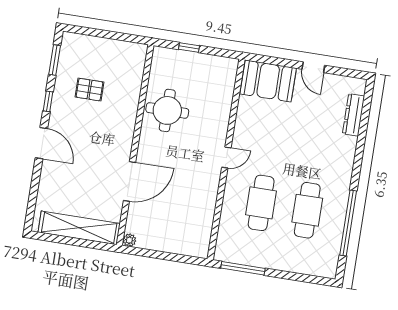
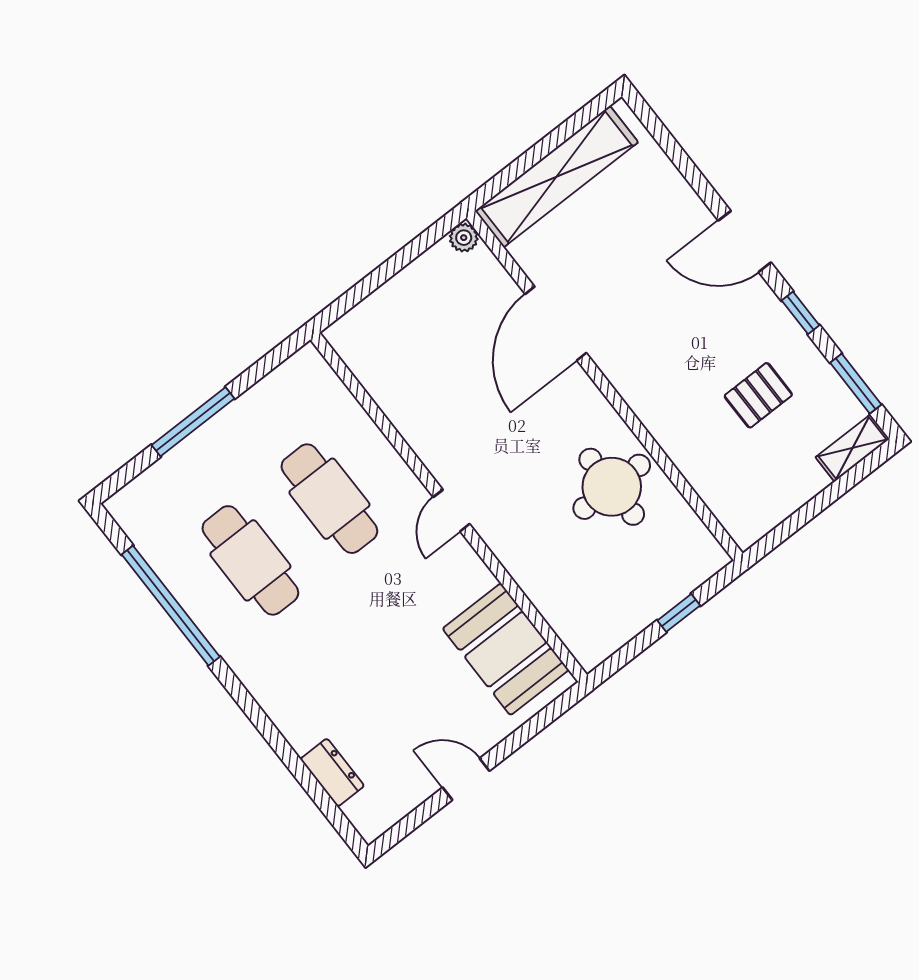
shelving: (78, 41) -> (853, 448), added
booth: (268, 81) -> (506, 649), moved, turned 90
dresser: (354, 115) -> (332, 773), width x0.70
window: (243, 268) -> (193, 422), moved

